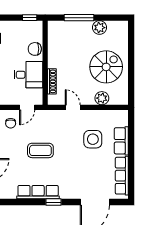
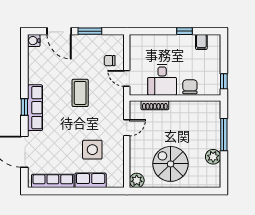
spiral stairs: (106, 67) -> (171, 164), turned 180
plant: (102, 98) -> (137, 180), moved
row of seats: (38, 192) -> (35, 108), moved

